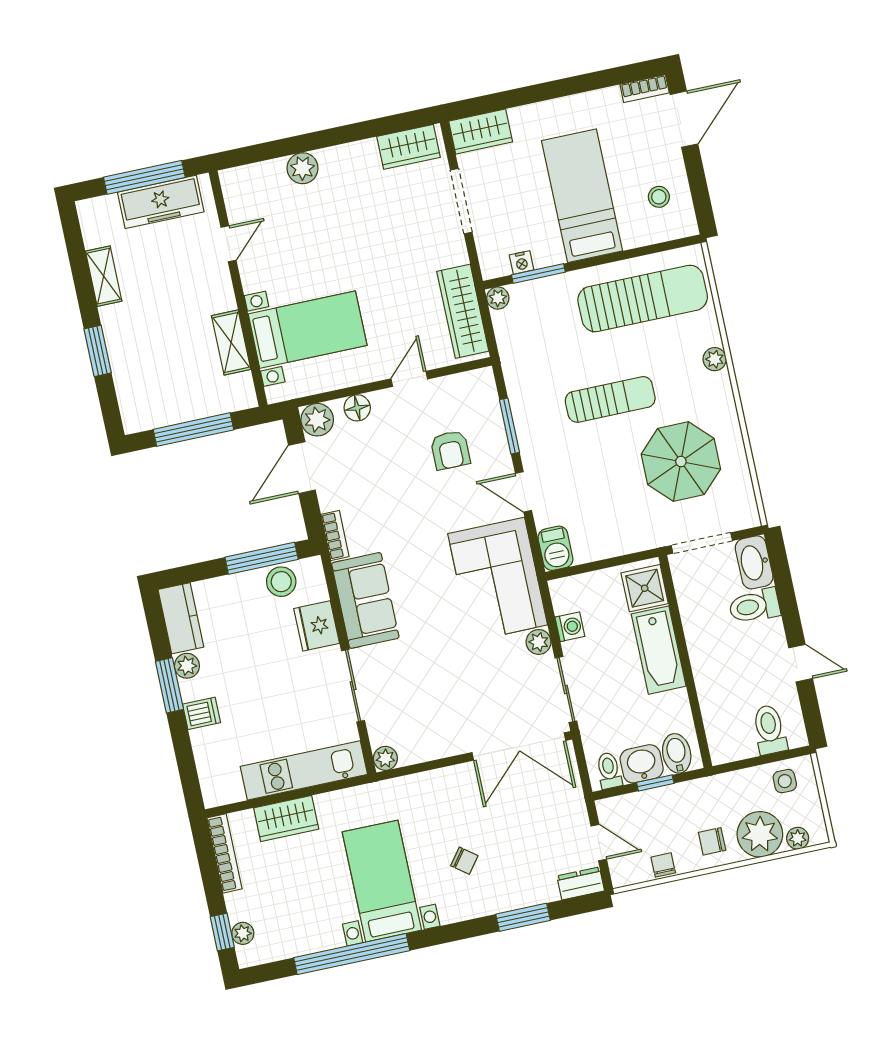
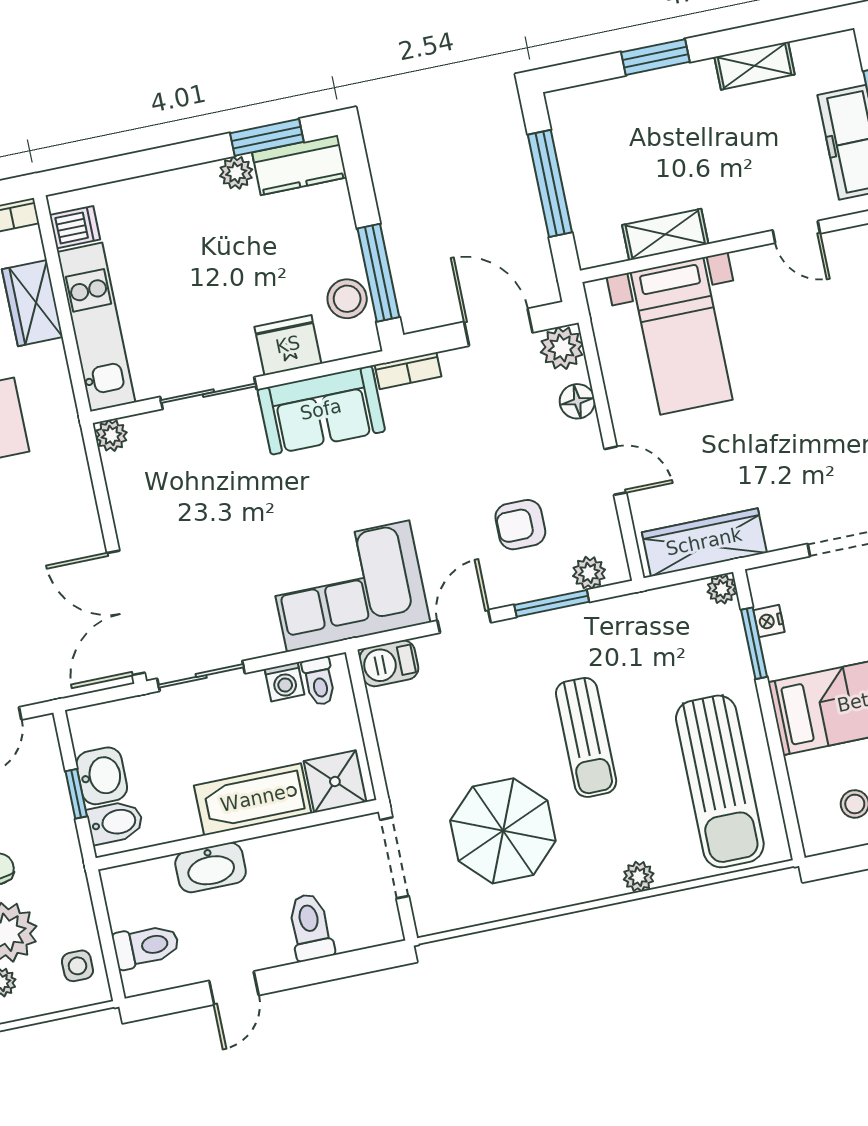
washbasin: (754, 562) -> (211, 867), moved, turned 180
plant: (539, 642) -> (589, 573), moved
window: (169, 685) -> (267, 137), moved
dishwasher: (202, 713) -> (75, 227), moved, turned -90
toilet: (609, 771) -> (319, 681), moved, turned 90

